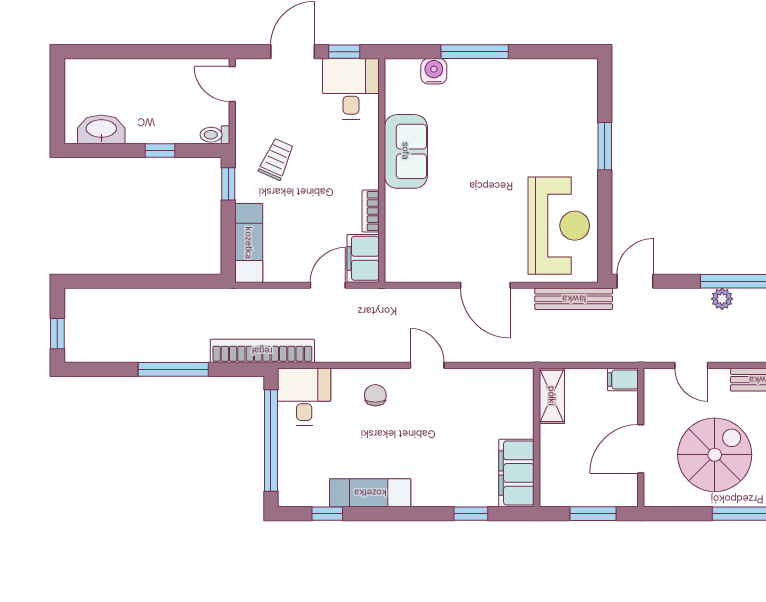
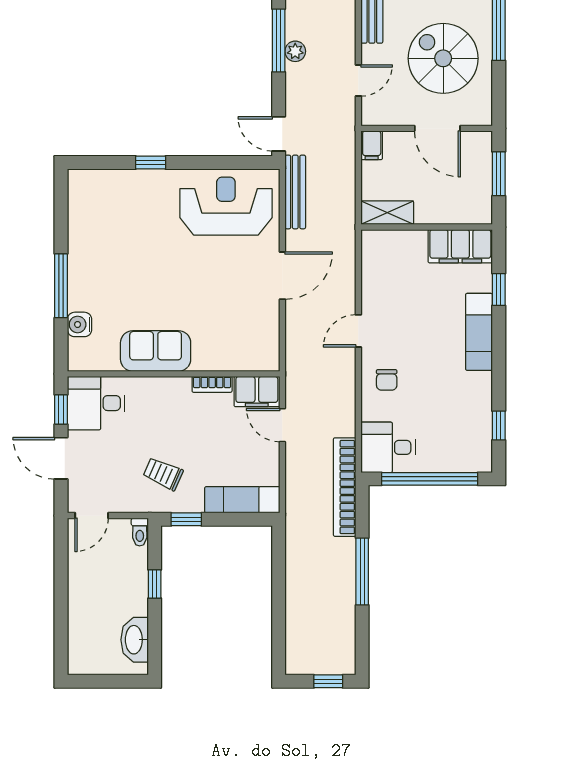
window: (605, 146) -> (151, 162), width x0.67
chair: (375, 395) -> (387, 380), turned -90
exam couch: (370, 493) -> (479, 332), moved

